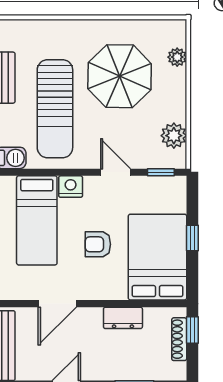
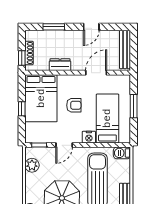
door: (116, 172) -> (64, 145), hinge flipped

